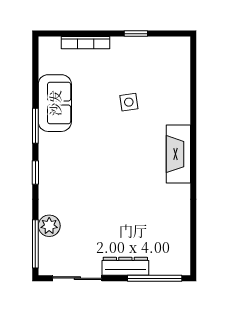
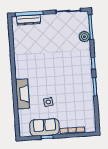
sofa: (55, 103) -> (44, 127), moved, turned 90
fireplace: (178, 154) -> (23, 94), moved
dresser: (125, 266) -> (29, 20), moved

